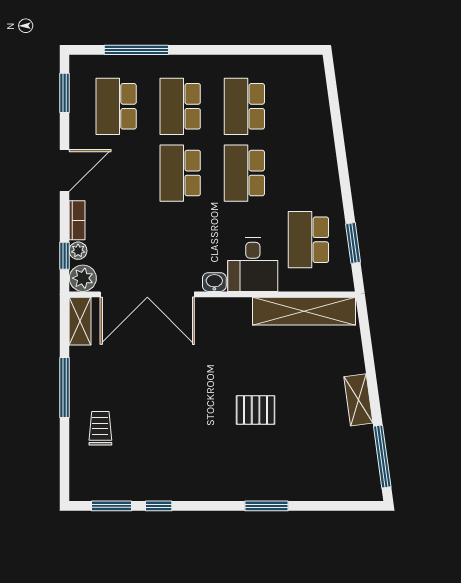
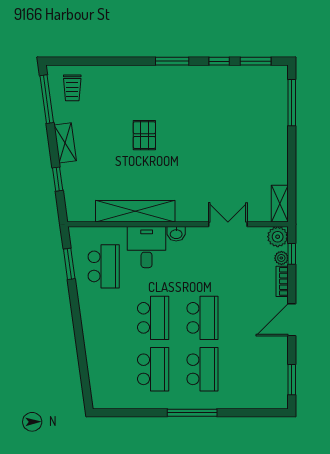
window: (136, 50) -> (192, 413), moved
school desk: (116, 106) -> (252, 369), removed
double door: (147, 294) -> (228, 224), width x0.54
shelving: (304, 311) -> (135, 211), moved
window: (368, 353) -> (58, 179), added
window: (65, 388) -> (292, 103), moved
pallet: (256, 410) -> (144, 135), turned 90
trolley: (100, 428) -> (72, 88), moved
window: (267, 506) -> (172, 61), moved

